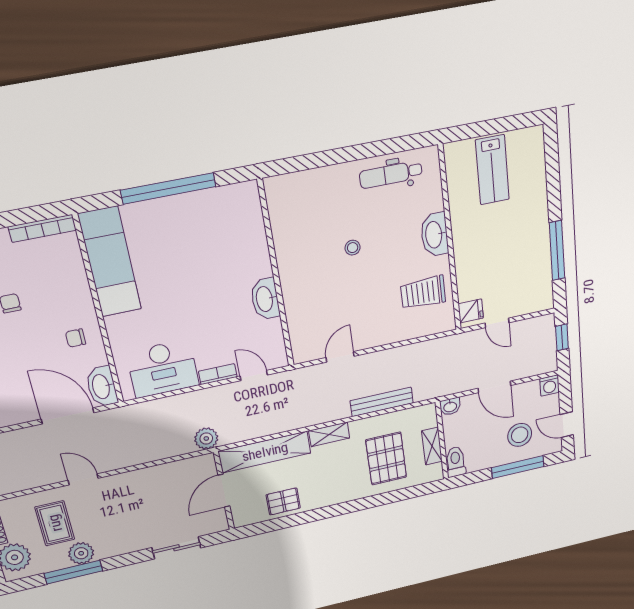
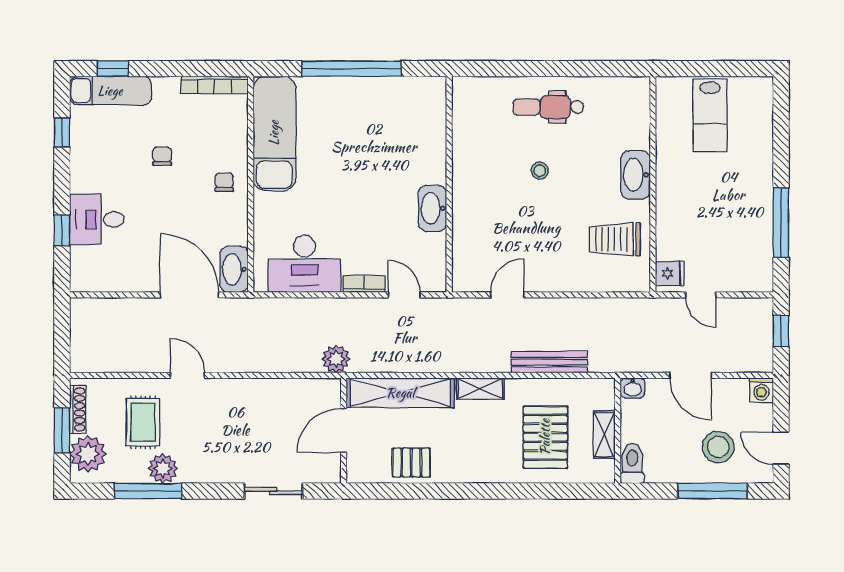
dental chair: (391, 175) -> (548, 107), moved
chair: (76, 338) -> (224, 182), moved, turned 90

